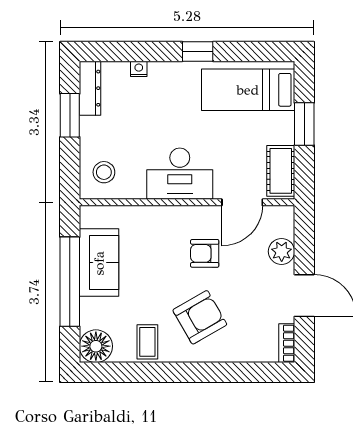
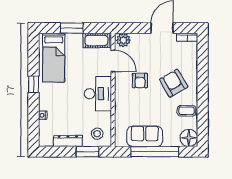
dresser: (90, 88) -> (68, 141), moved
window: (70, 115) -> (87, 152), moved
plant: (282, 251) -> (123, 40), moved

